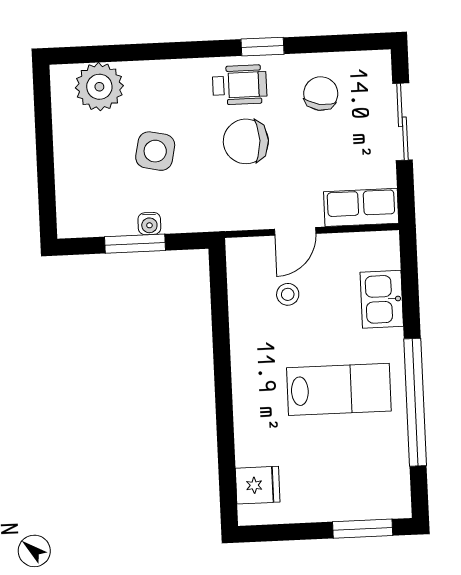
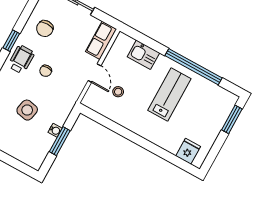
chair: (321, 94) -> (45, 29), turned -100
chair: (246, 141) -> (46, 71), width x0.54, depth x0.54

